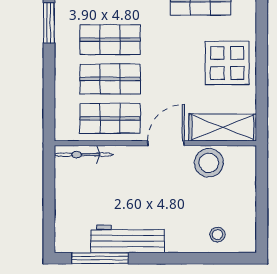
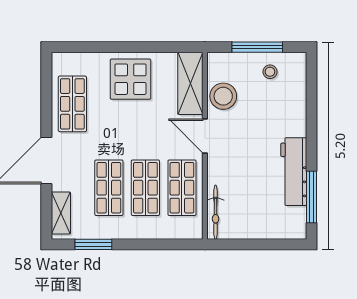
window: (262, 200) -> (257, 47), added
stool: (217, 235) -> (270, 72), moved

